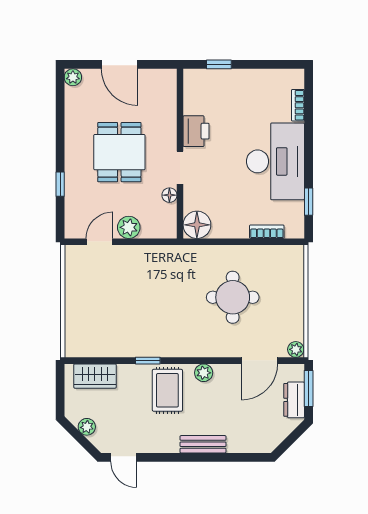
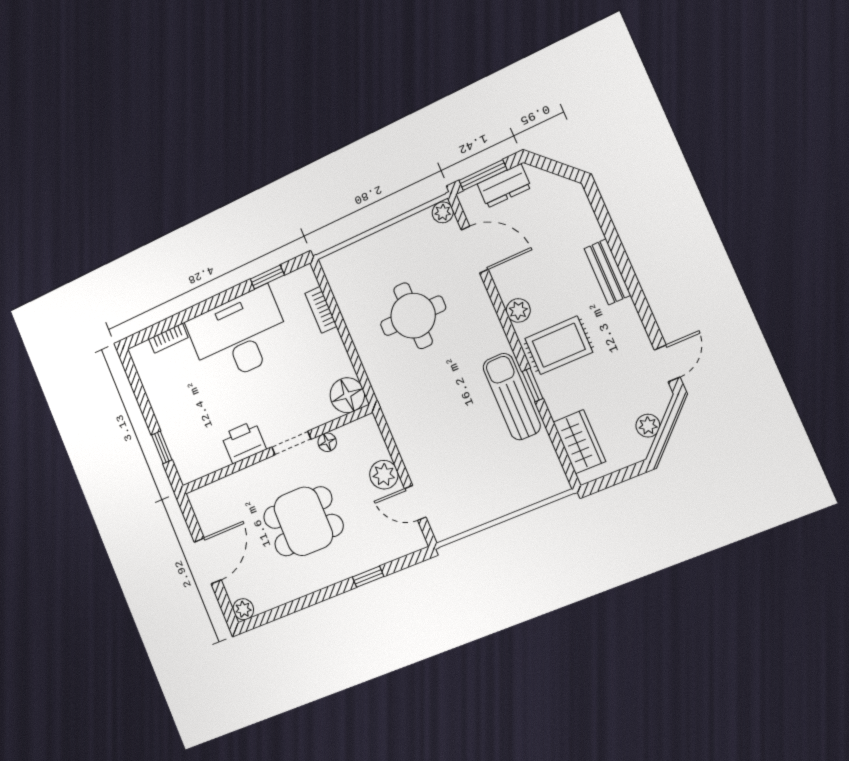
sun lounger: (146, 343) -> (512, 397), added

